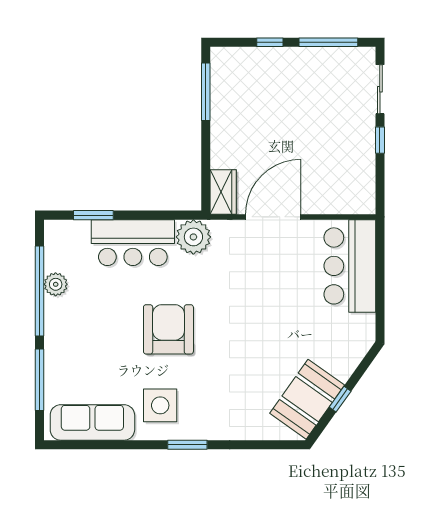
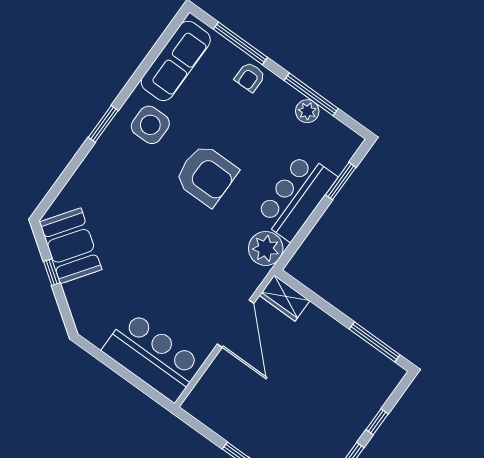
window: (40, 291) -> (311, 94), width x0.68
armchair: (62, 352) -> (250, 77), added

